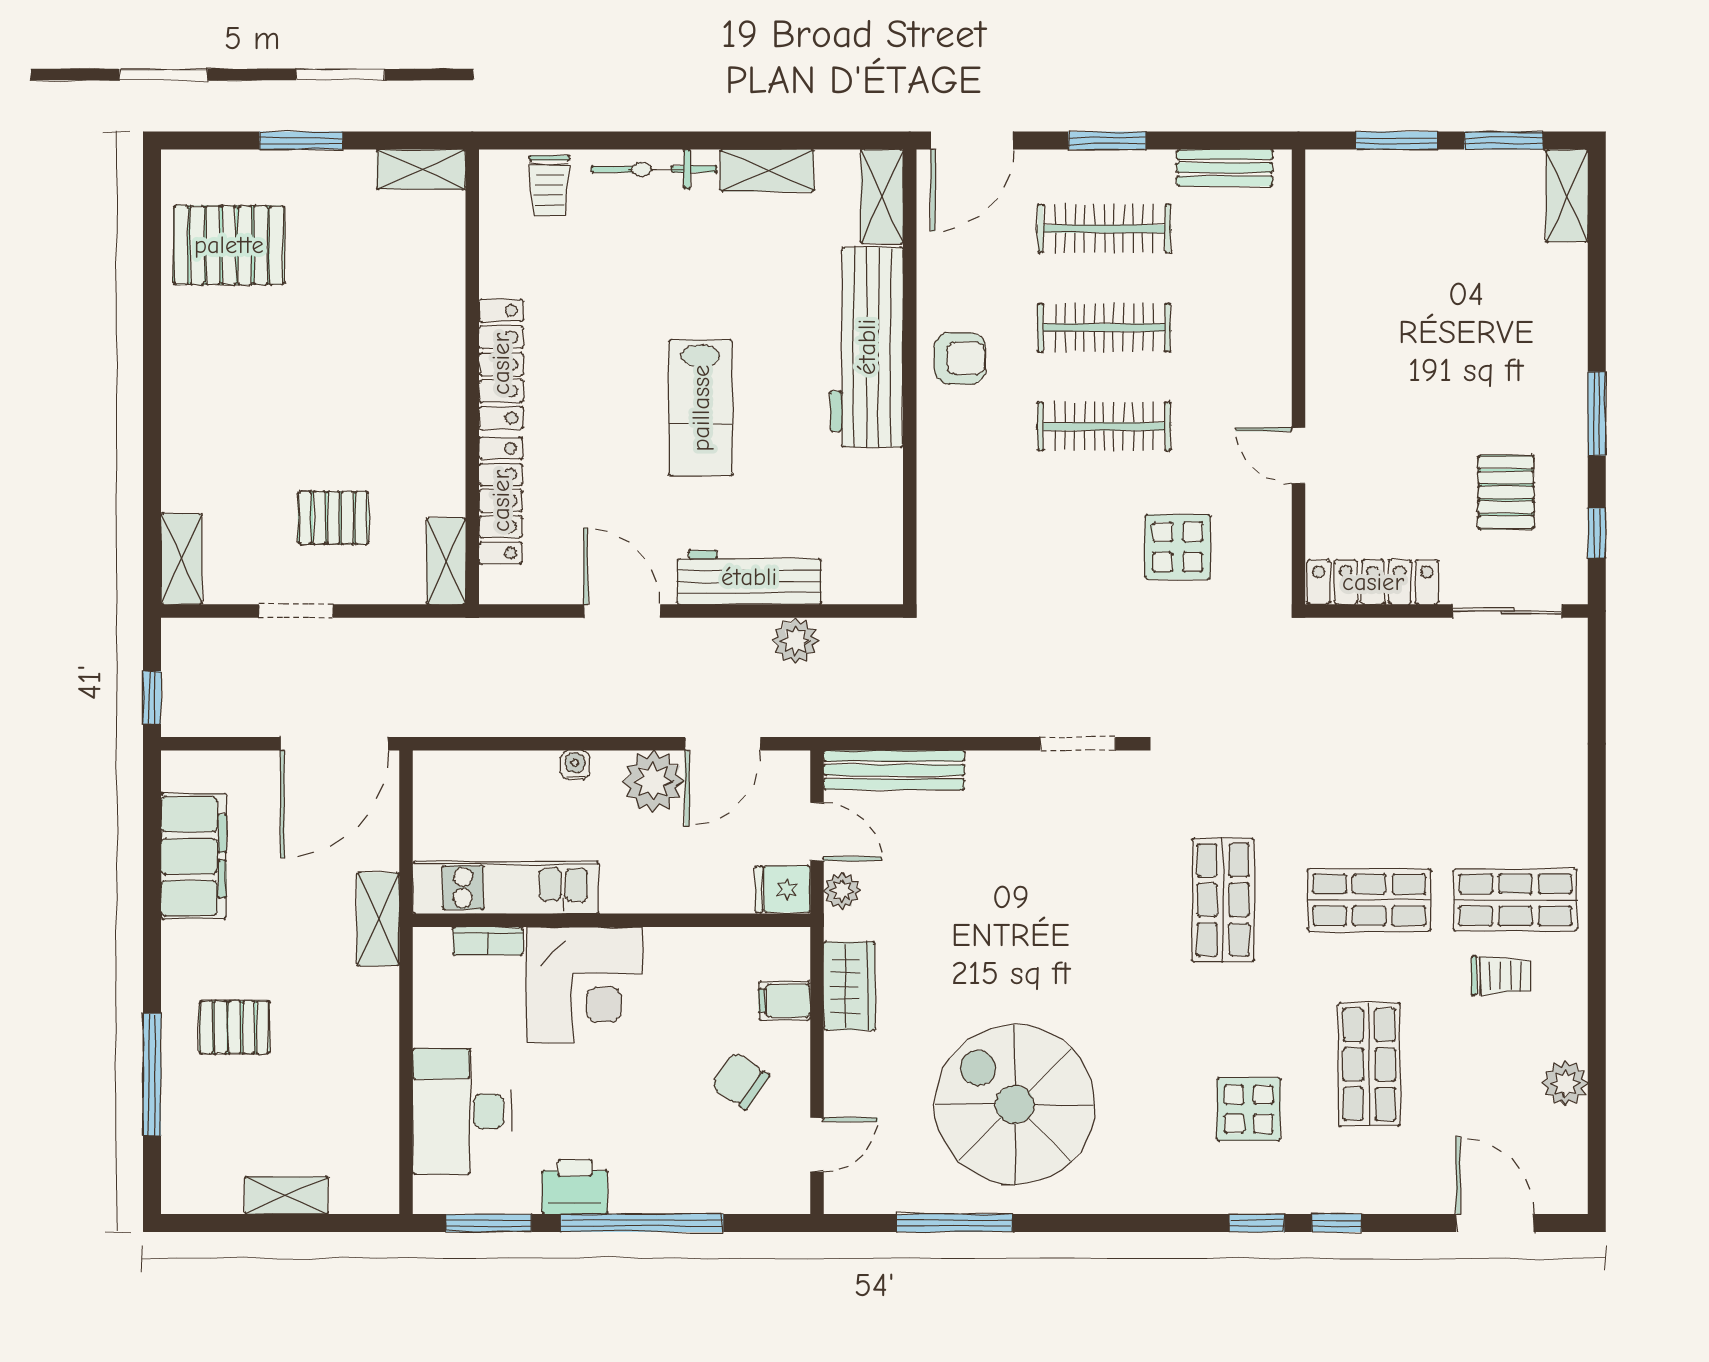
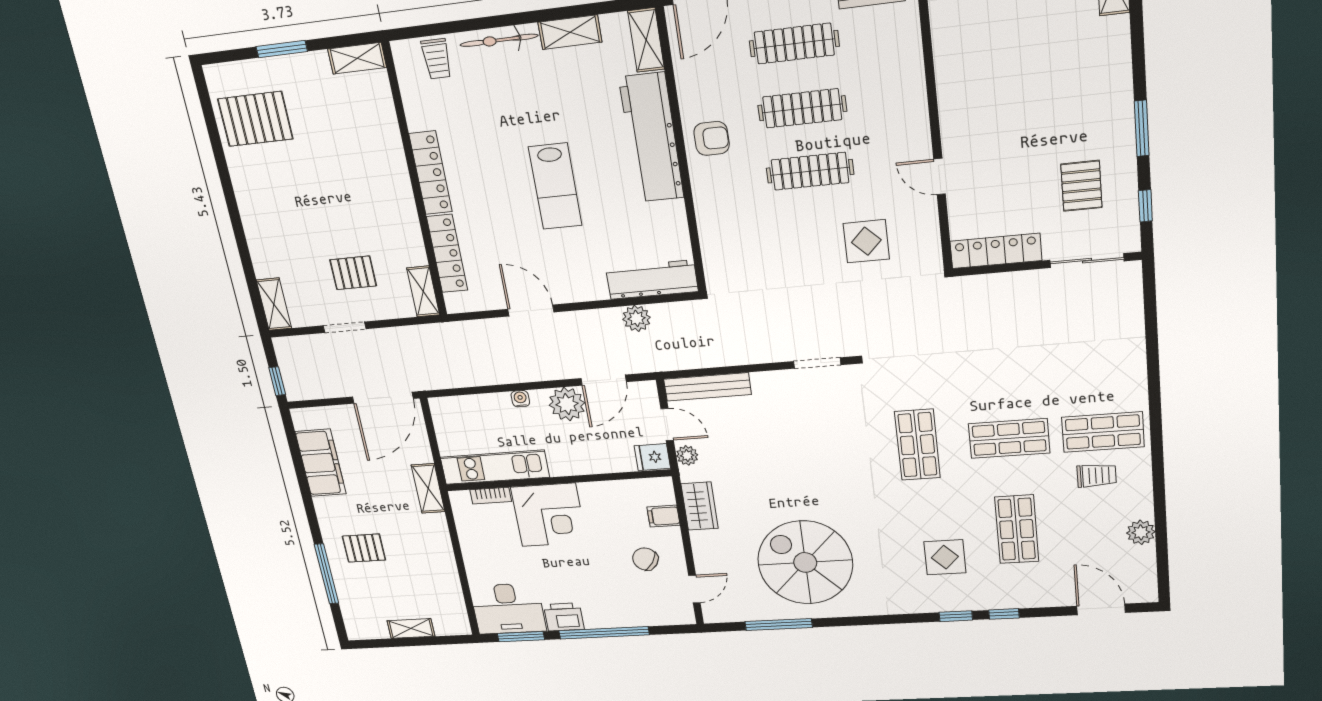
workbench: (749, 577) -> (652, 280), moved
desk: (462, 1111) -> (508, 609), moved, turned -90

